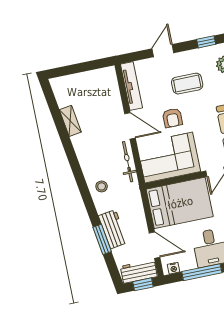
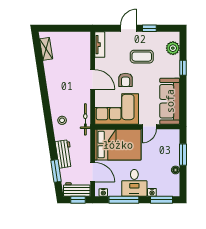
window: (206, 42) -> (149, 28), moved
tv unit: (131, 86) -> (100, 45), width x0.71
shelving: (70, 121) -> (46, 49), moved
bicycle: (128, 162) -> (85, 119), moved
window: (102, 239) -> (56, 171), moved

